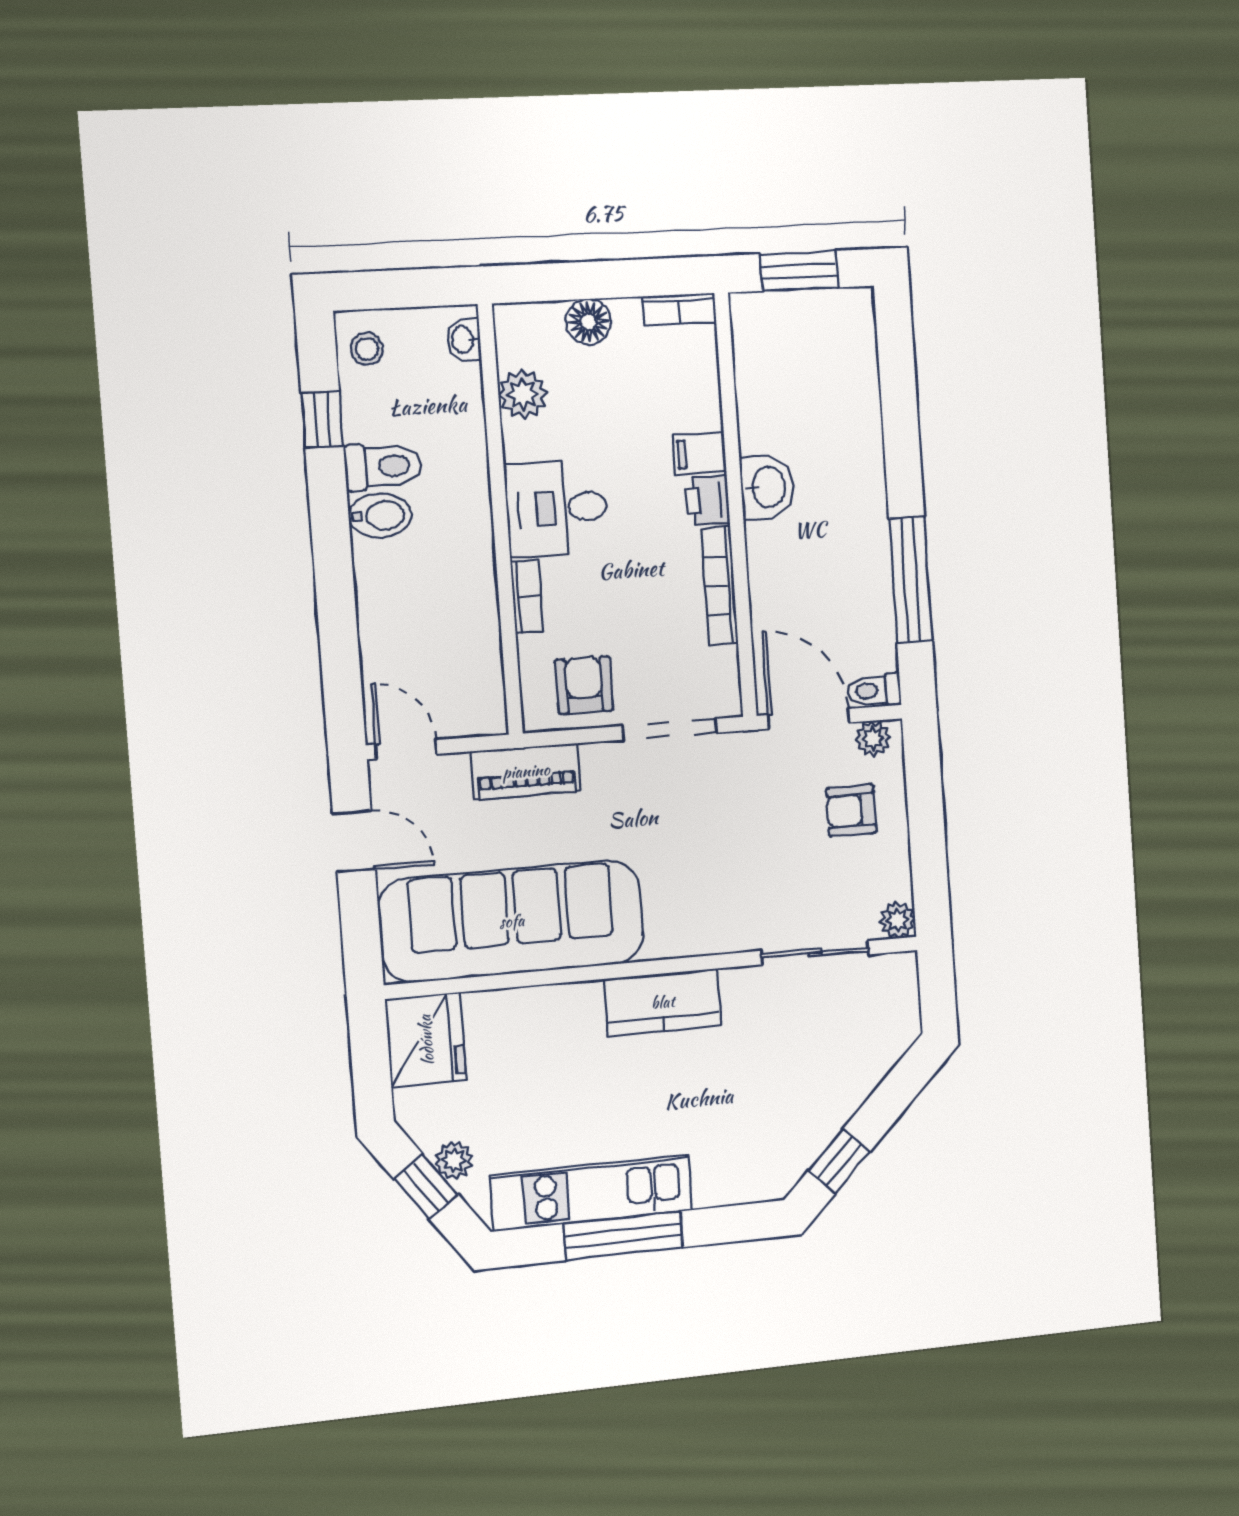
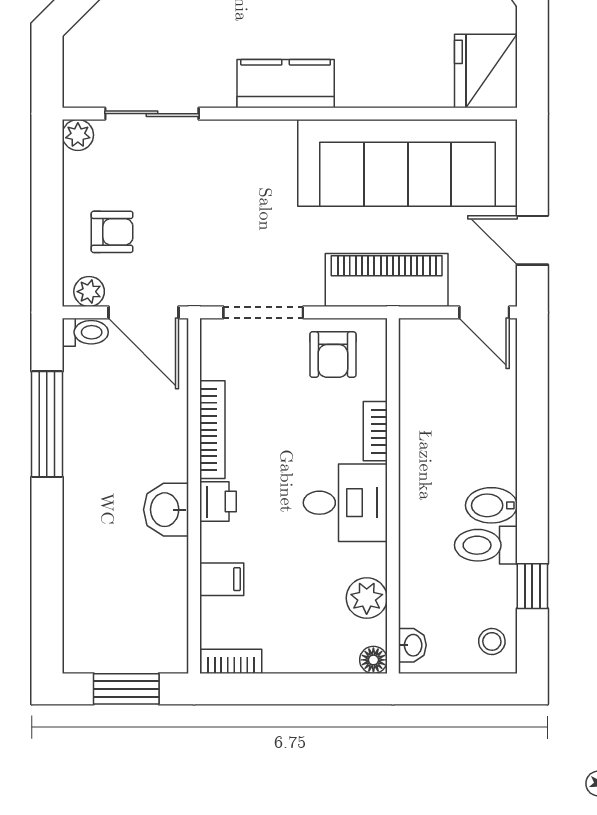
floor lamp: (589, 322) -> (373, 660), moved, width x0.73, depth x0.73
filing cabinet: (700, 454) -> (222, 579), moved
piano: (526, 771) -> (387, 280), width x1.37, depth x1.33

